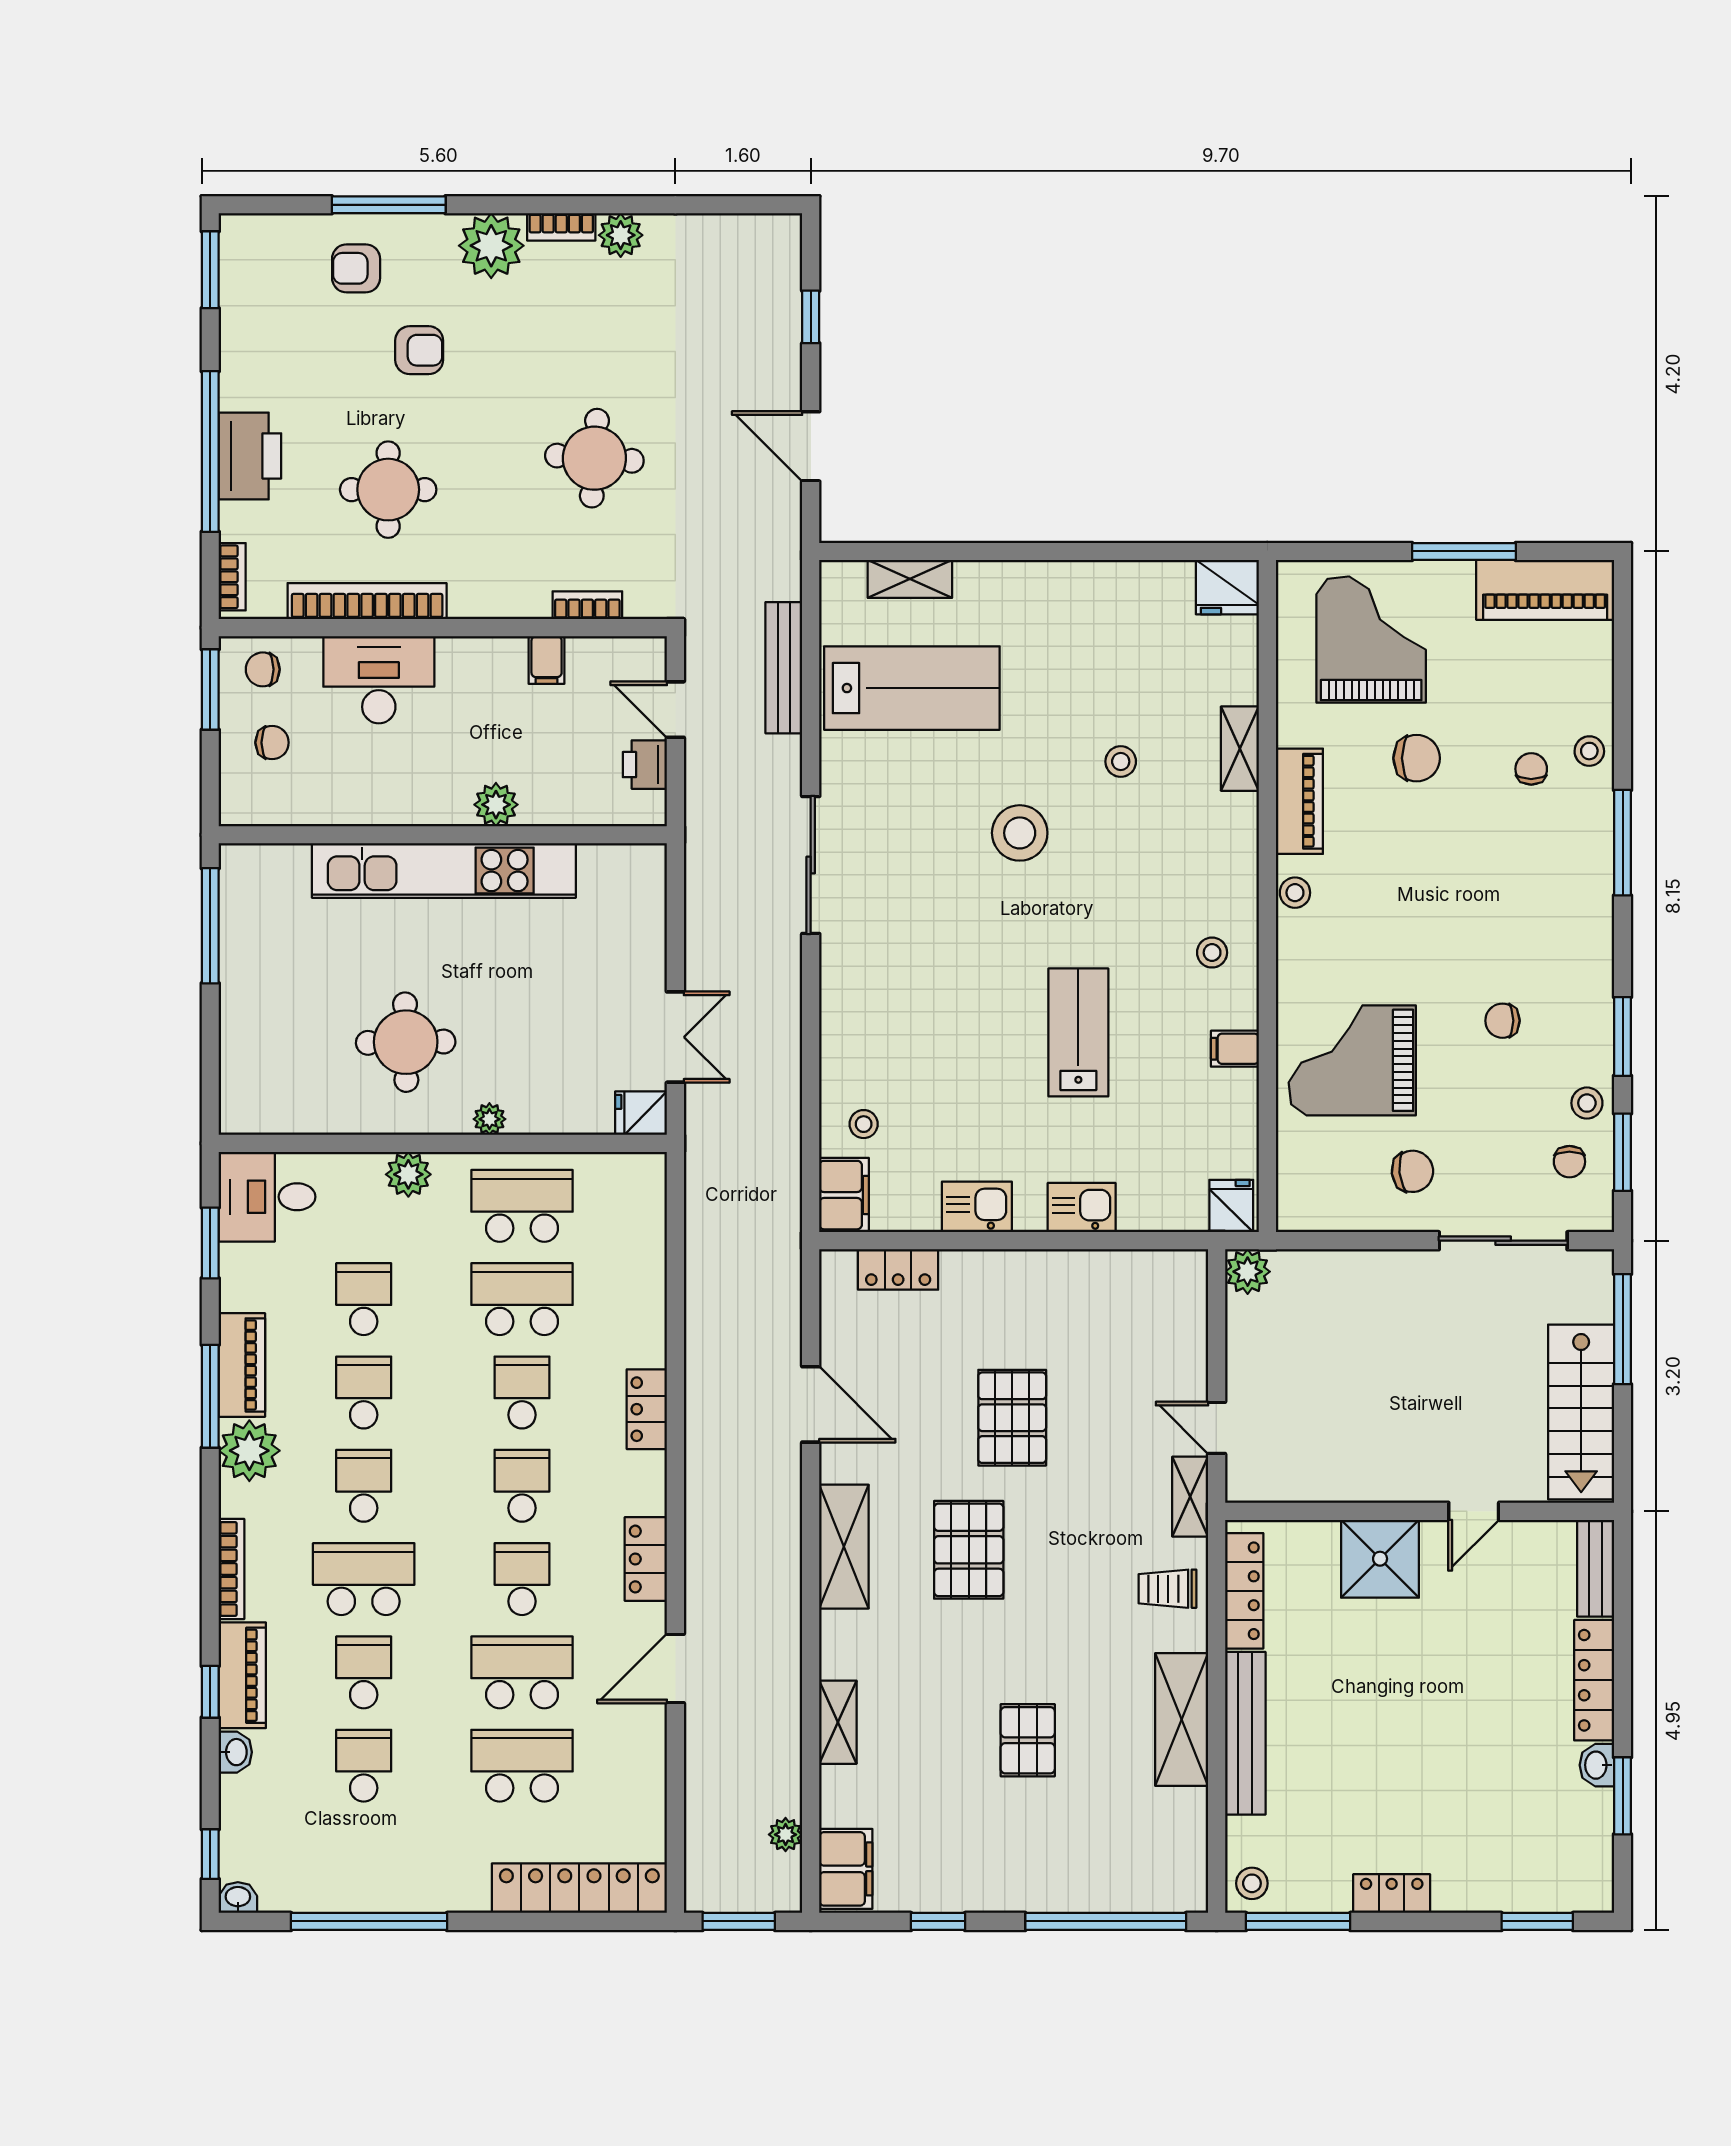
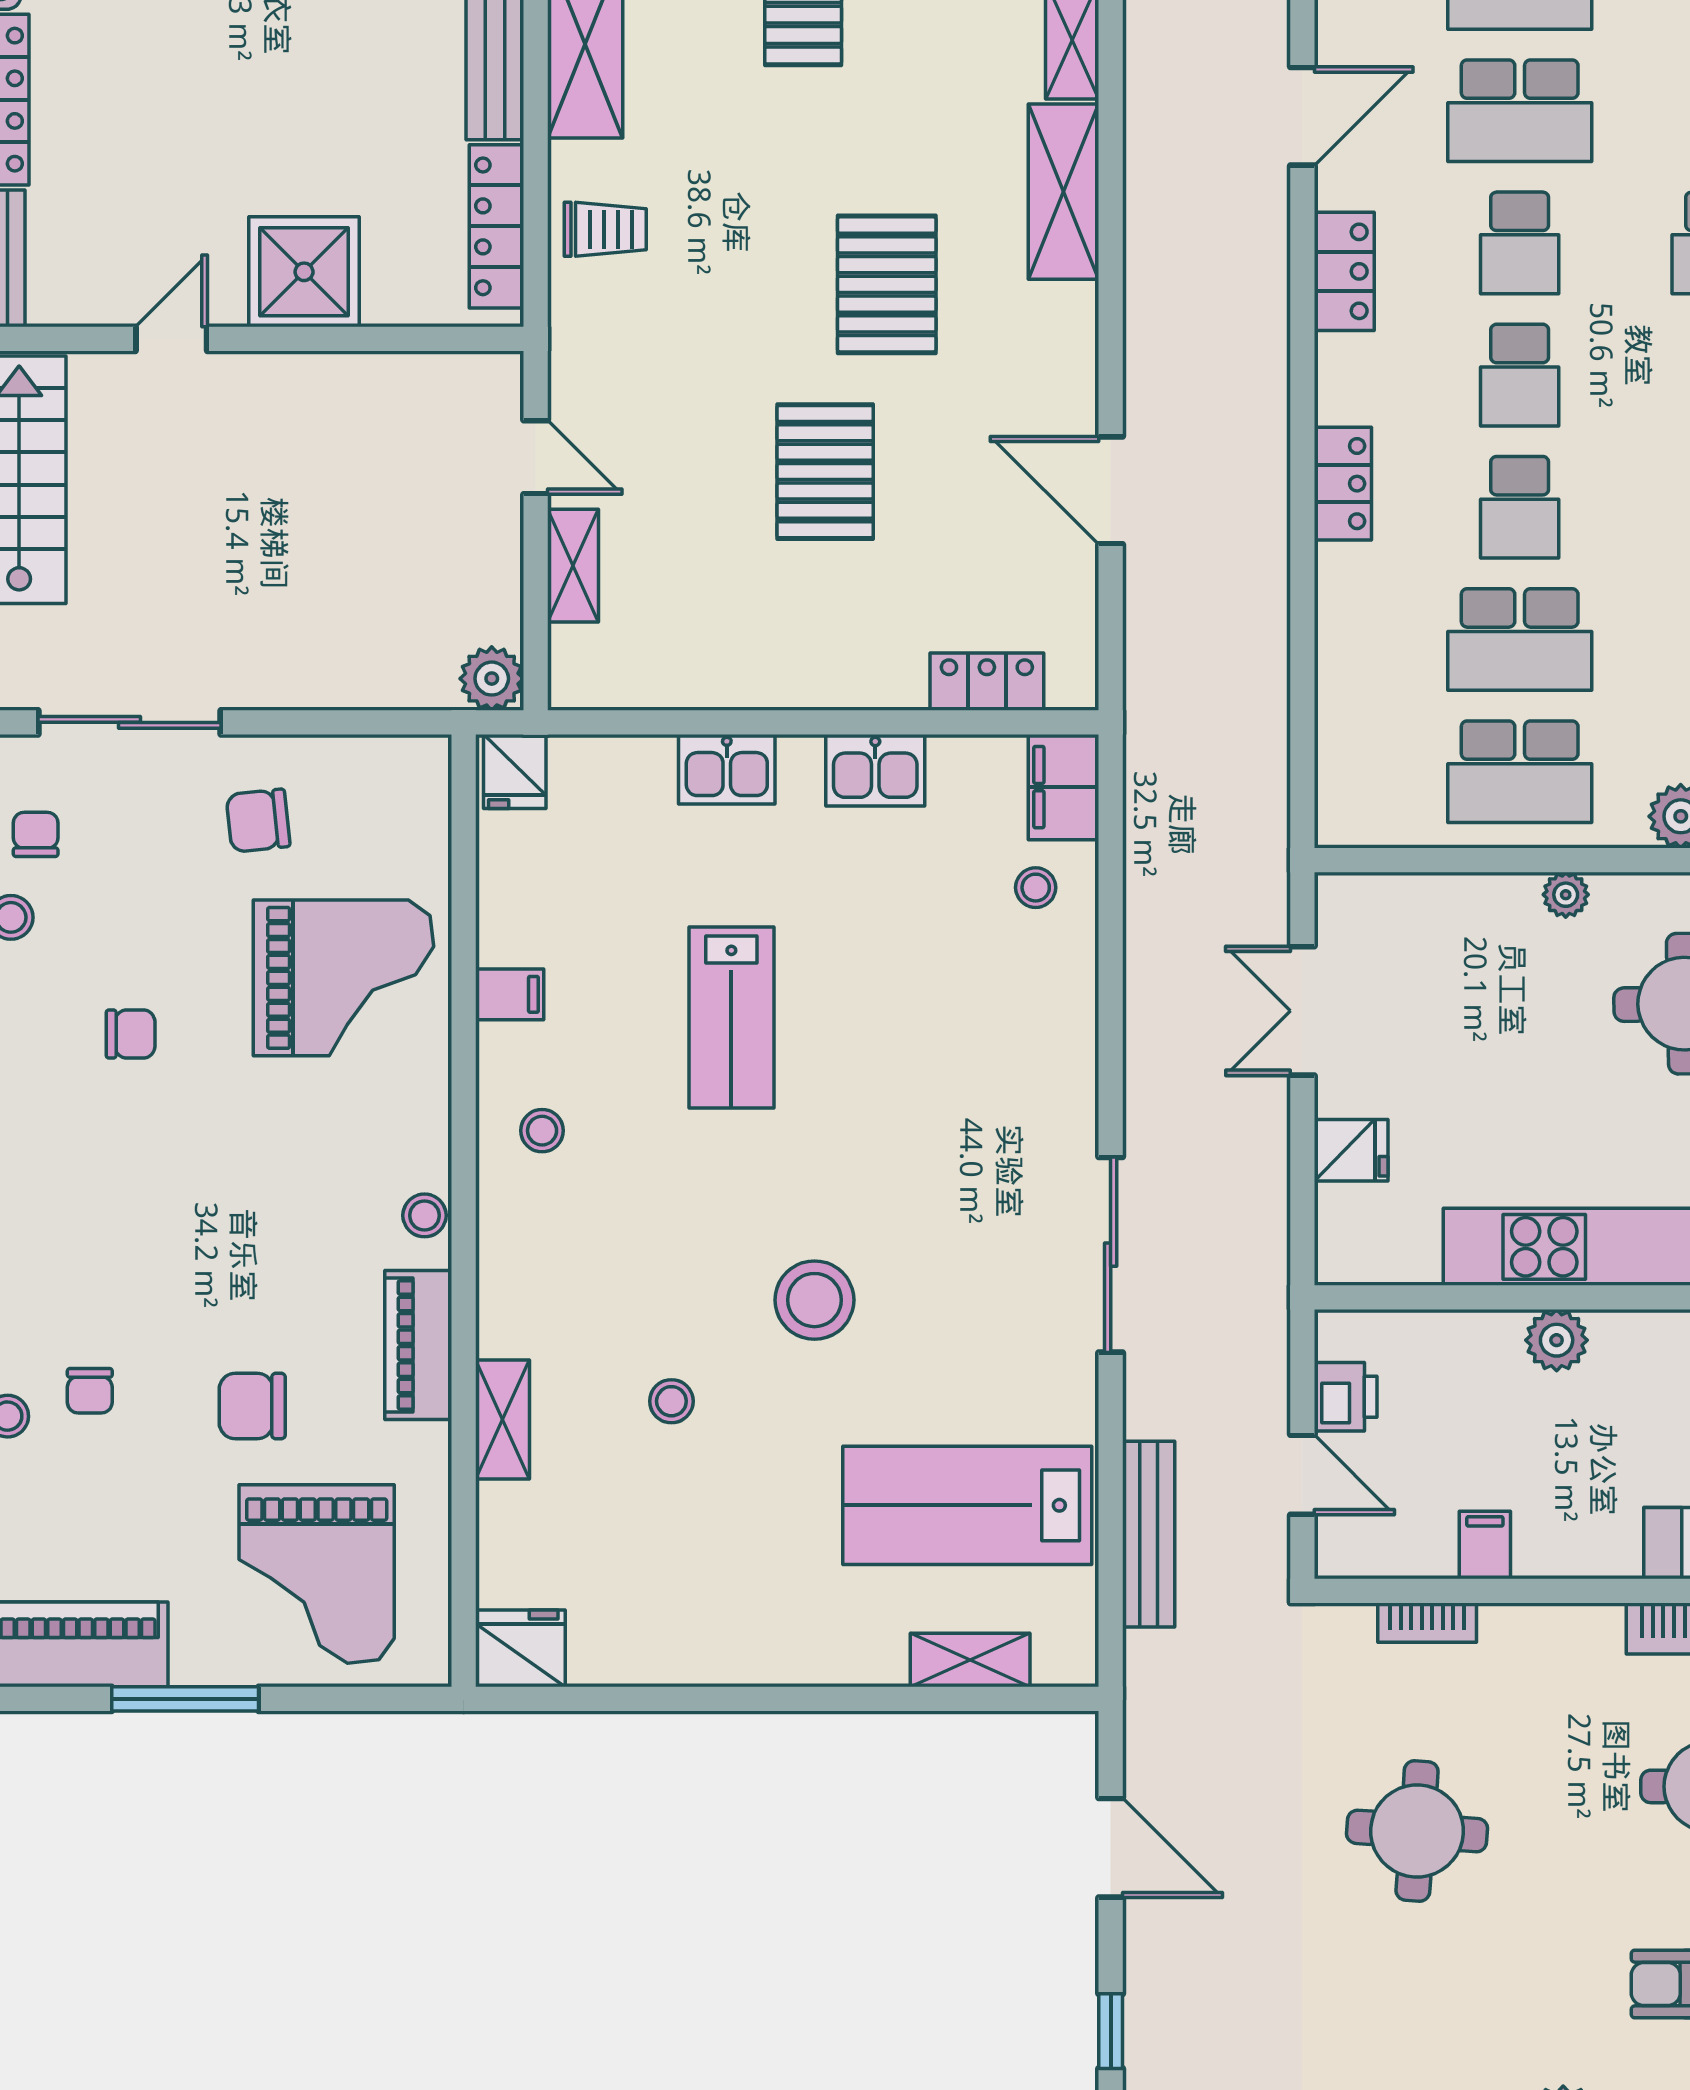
fridge: (641, 1113) -> (1351, 1150), moved
shelving: (1190, 1497) -> (573, 566), moved
shelving: (844, 1547) -> (1064, 192), moved

